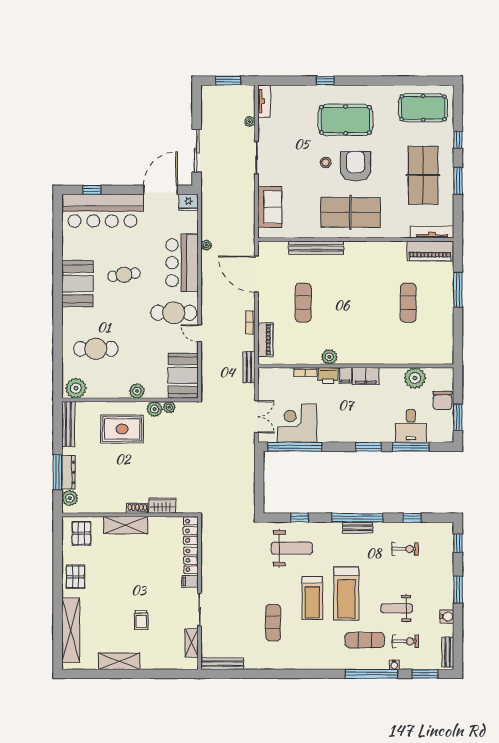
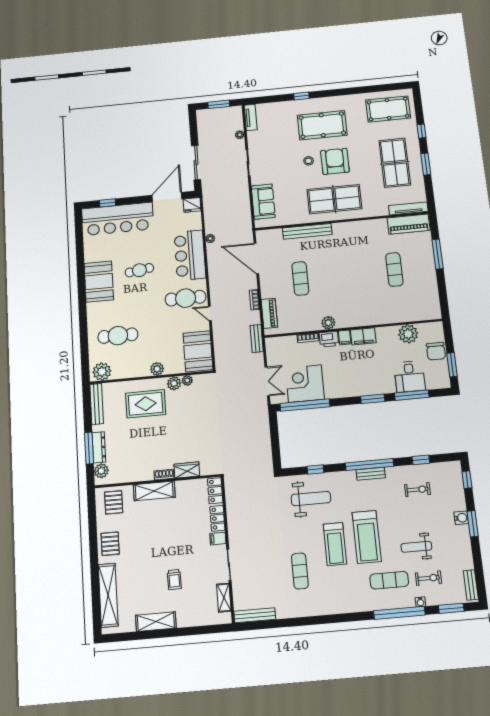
water cooler: (447, 616) -> (461, 518), moved

